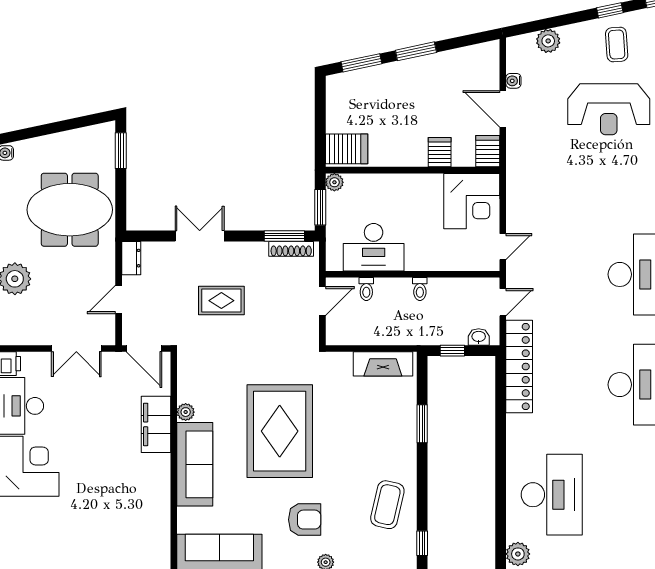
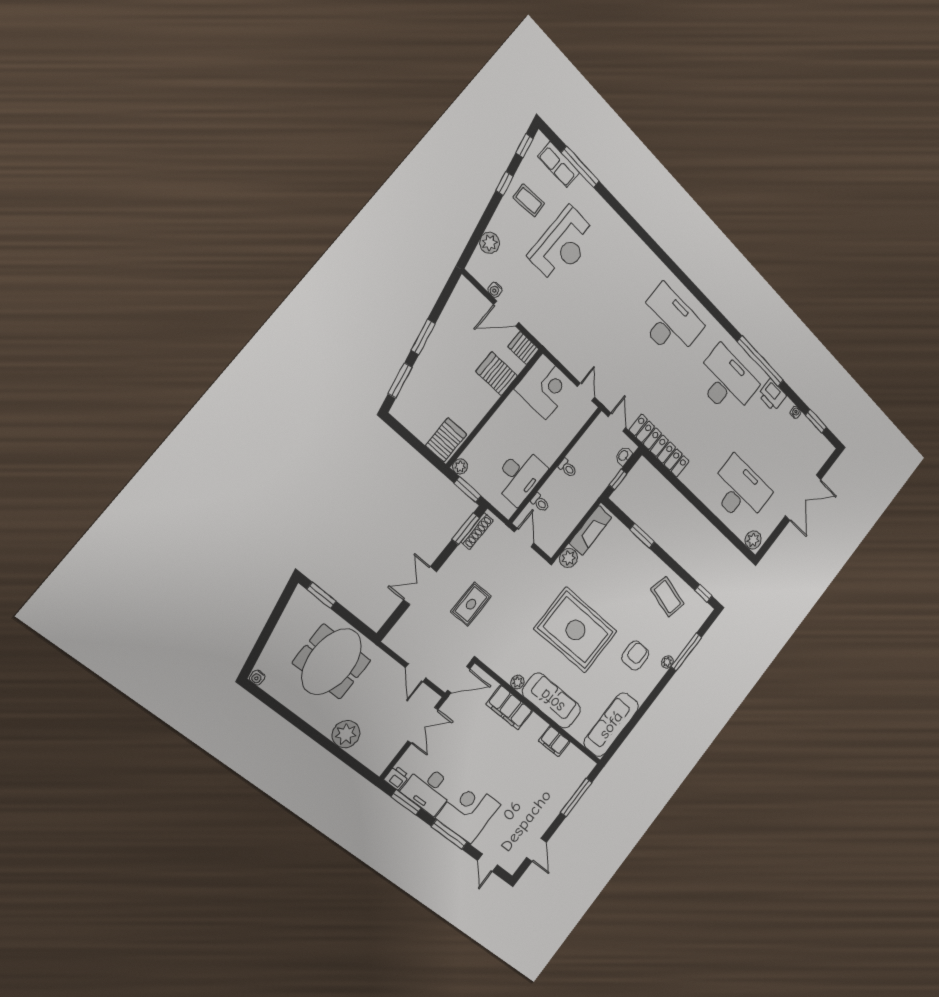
server rack: (440, 152) -> (497, 374), width x1.36, depth x1.44
dresser: (131, 258) -> (397, 644), removed
plant: (340, 363) -> (569, 558), added
filing cabinet: (159, 502) -> (554, 741), added

